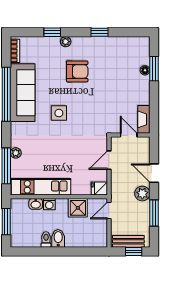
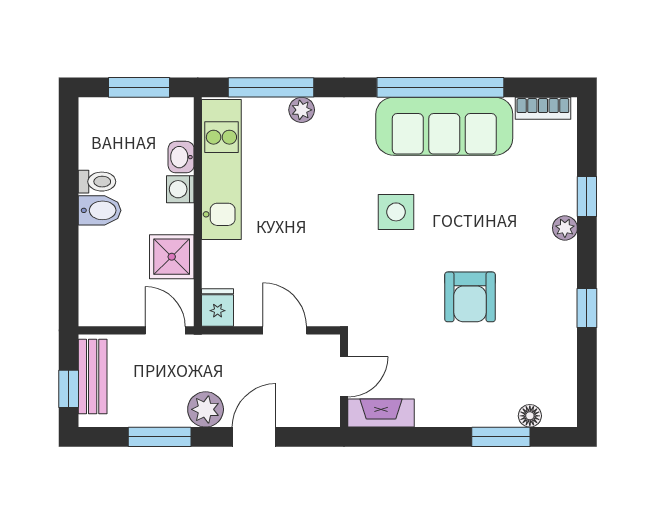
floor lamp: (145, 70) -> (530, 416), moved
armchair: (77, 71) -> (470, 297), moved

